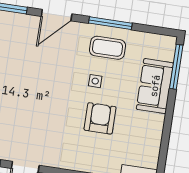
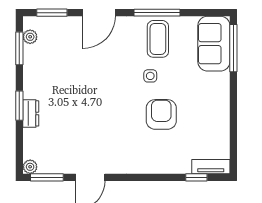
coffee table: (107, 48) -> (158, 39), turned 90
sofa: (155, 86) -> (214, 44), moved

